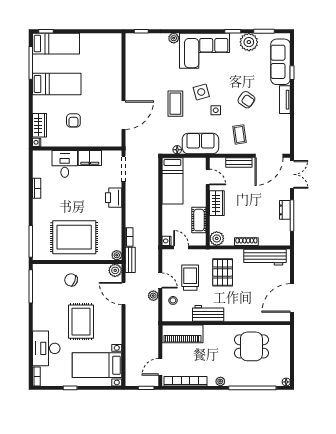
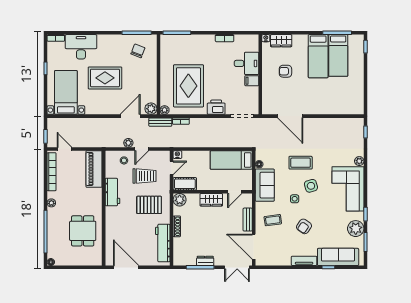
bed: (56, 44) -> (338, 55), moved
filing cabinet: (90, 158) -> (252, 81), width x0.50
cot: (199, 220) -> (185, 184), moved
rug: (74, 237) -> (188, 86), moved
chair: (71, 280) -> (138, 51), moved

